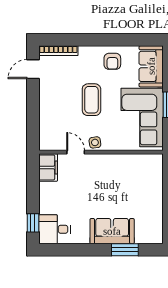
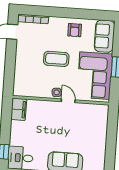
coffee table: (91, 100) -> (56, 59), turned 90
door: (76, 152) -> (68, 101), moved

